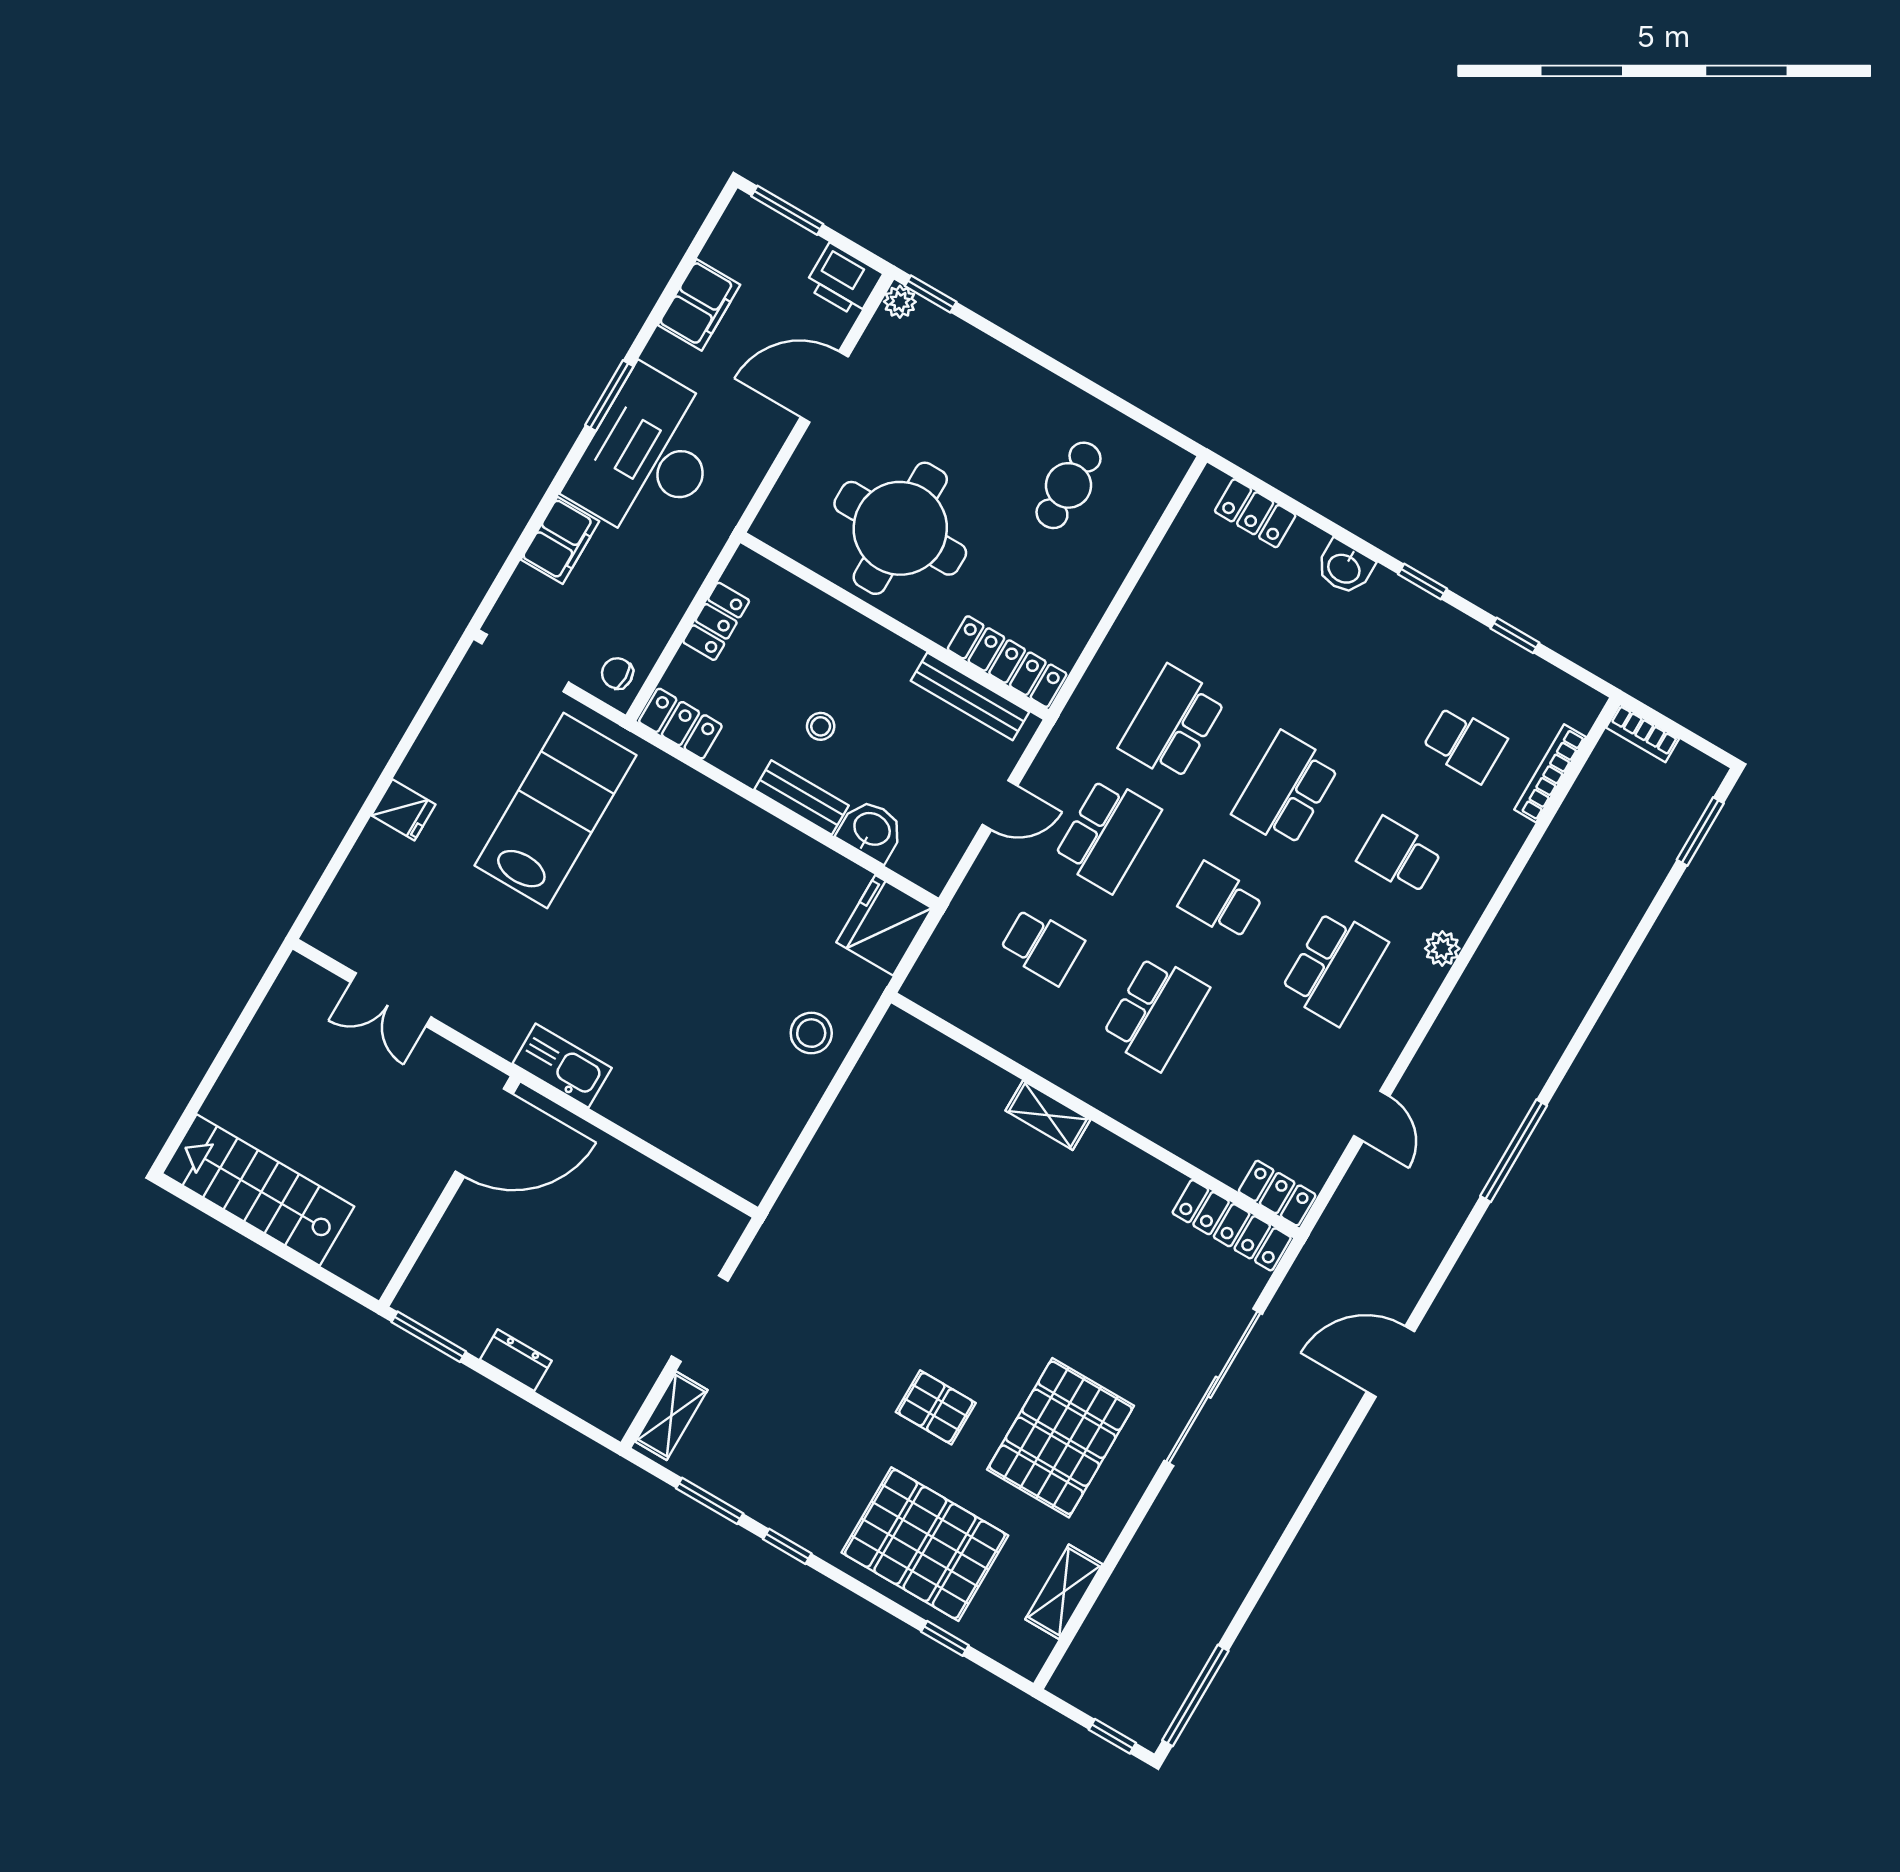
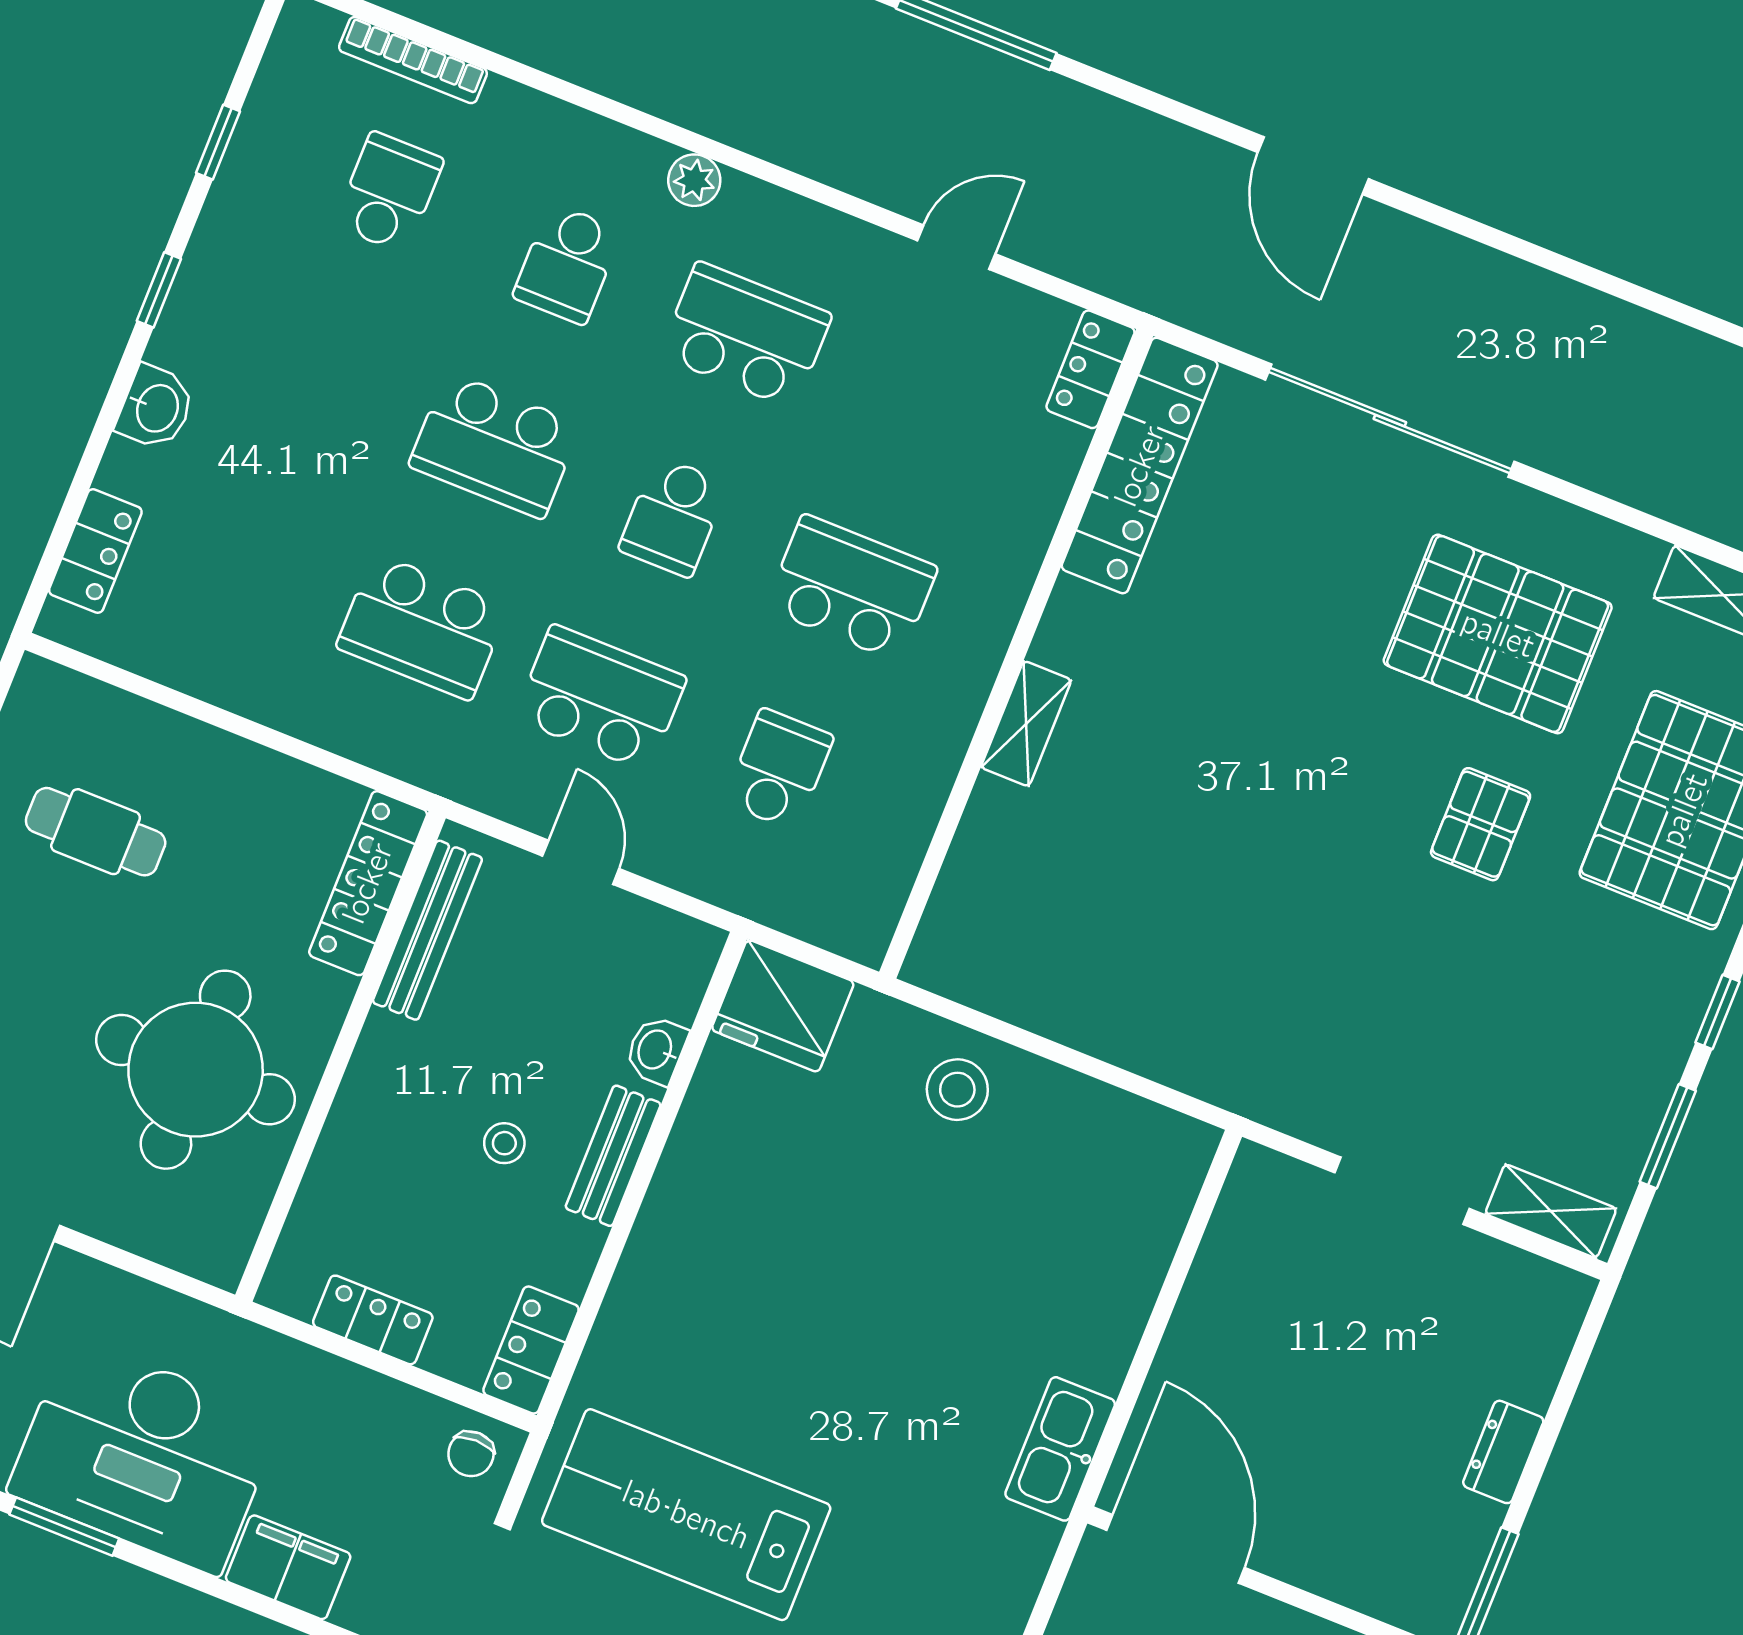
washbasin: (871, 830) -> (656, 1050), width x0.72, depth x0.69
locker: (1232, 1225) -> (1140, 466), width x1.41, depth x1.21

